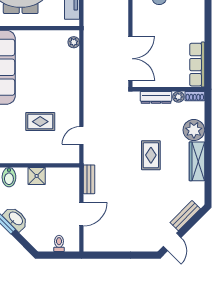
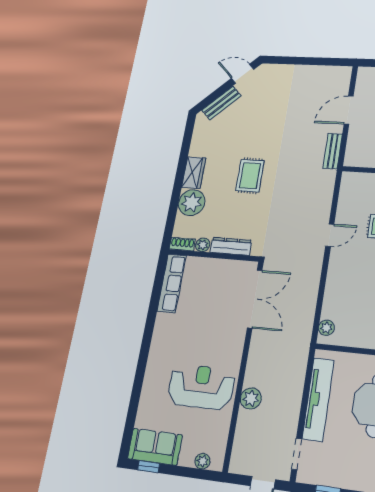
double door: (130, 59) -> (255, 299), swing flipped
door: (81, 135) -> (330, 235), moved
wardrobe: (197, 161) -> (194, 173), width x0.67
door: (172, 242) -> (243, 74), hinge flipped

